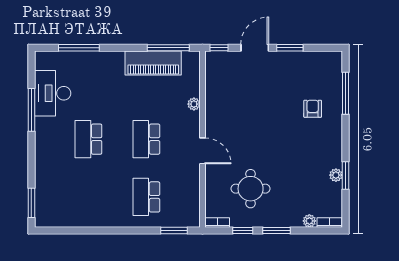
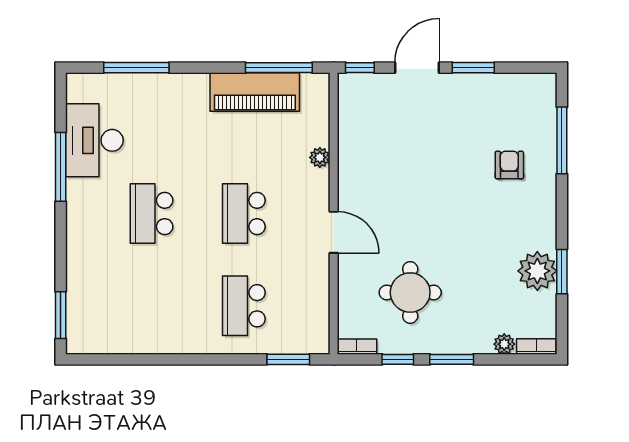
plant: (336, 175) -> (537, 271), width x1.87, depth x1.87

